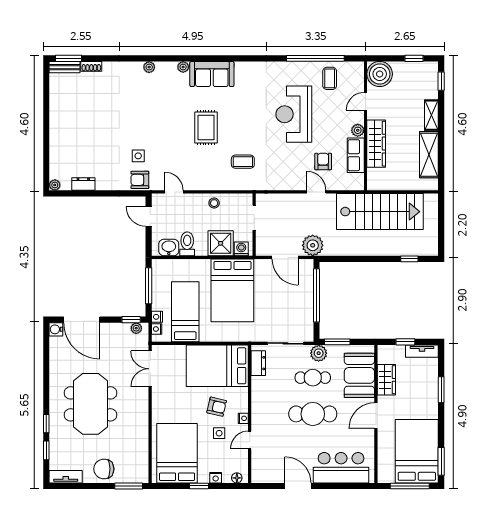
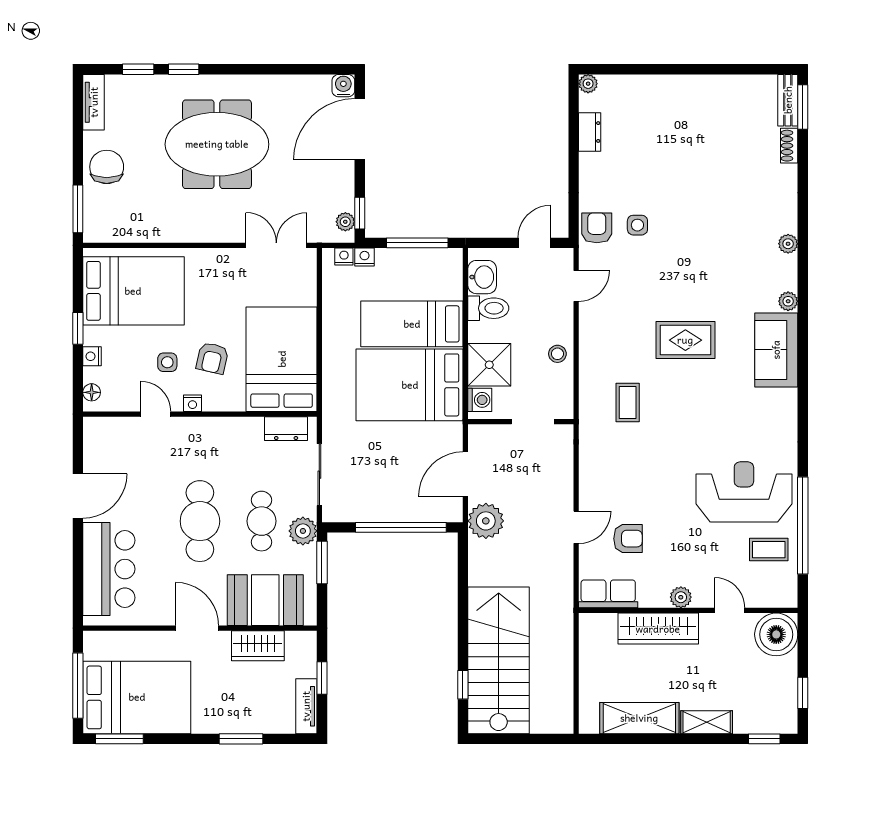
reception desk: (294, 114) -> (744, 492), moved
row of seats: (356, 155) -> (608, 594), moved
stairs: (380, 212) -> (499, 660), moved, turned 180
bed: (185, 312) -> (412, 324), moved, turned 180

